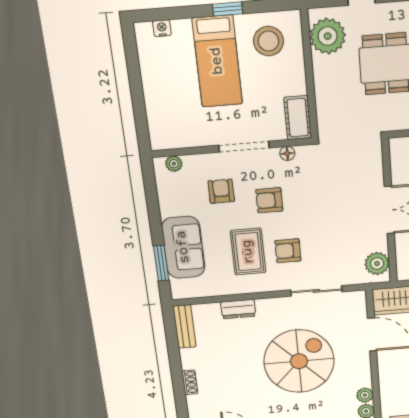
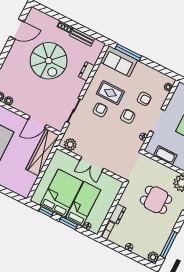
cot: (298, 118) -> (165, 155), moved
sofa: (183, 247) -> (119, 61), moved
window: (161, 263) -> (128, 52), width x1.44
bench: (184, 327) -> (82, 37), moved
spiral stairs: (299, 361) -> (49, 61), moved

